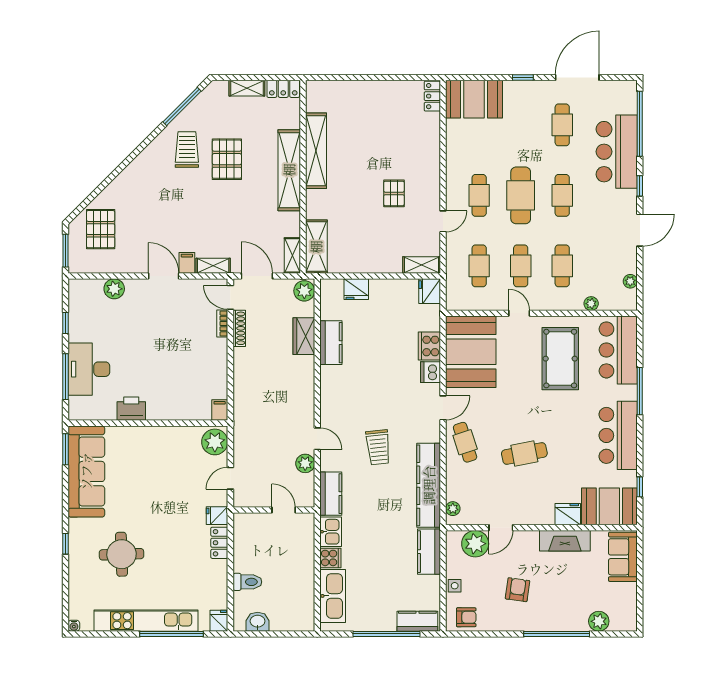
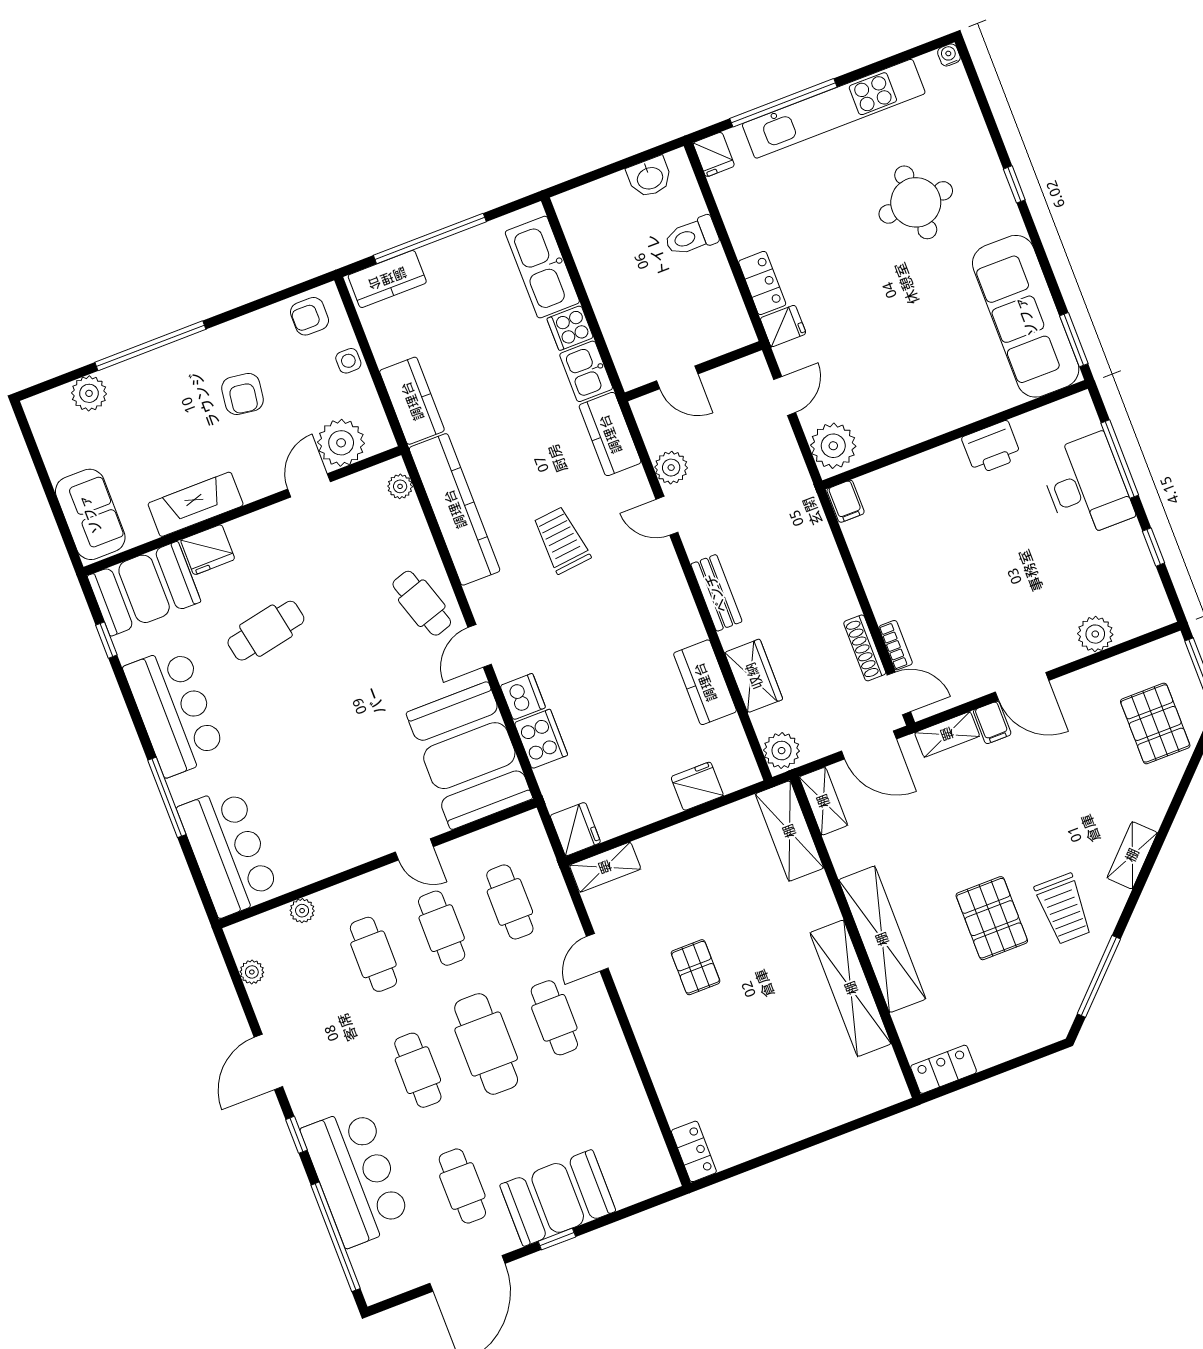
shelving: (247, 88) -> (1132, 855), moved, turned -45
booth: (474, 99) -> (558, 1198), moved
pool table: (560, 359) -> (318, 801), removed
bench: (307, 388) -> (716, 593), added
cafe table: (524, 453) -> (266, 631), moved

